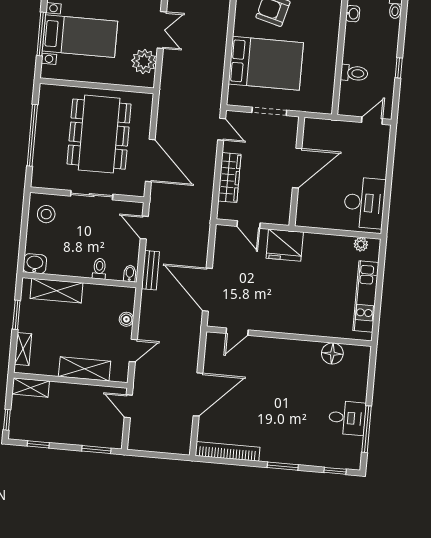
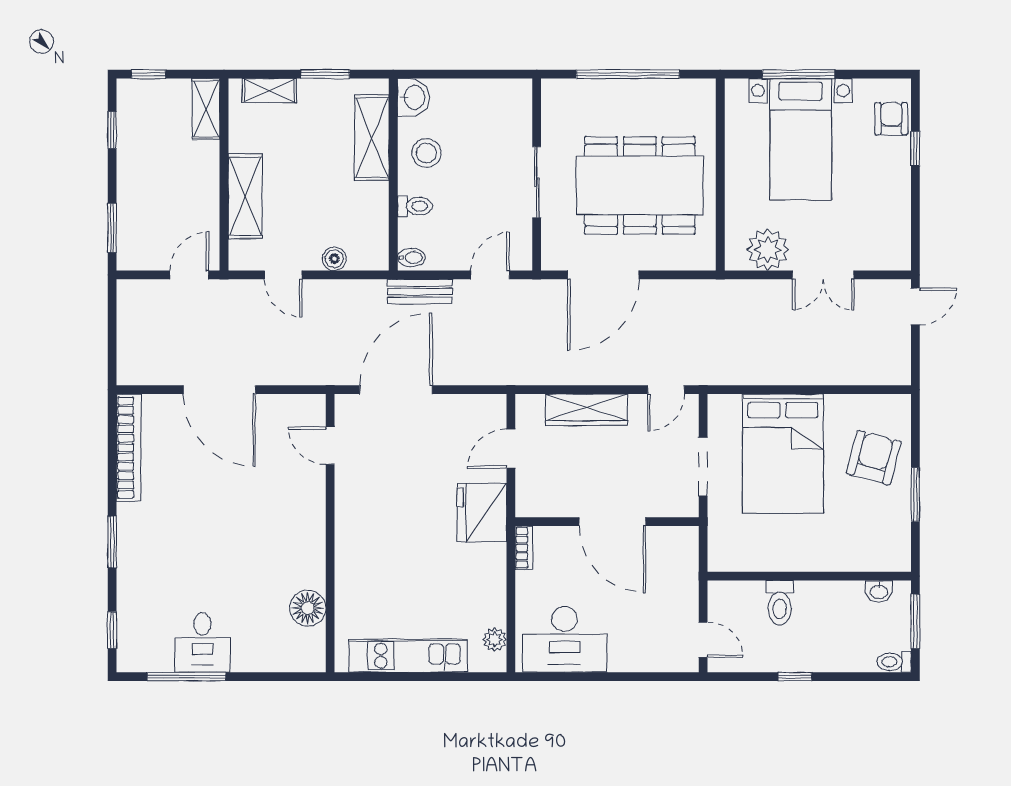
stool: (46, 214) -> (426, 153), moved
bookcase: (308, 222) -> (524, 548), added

